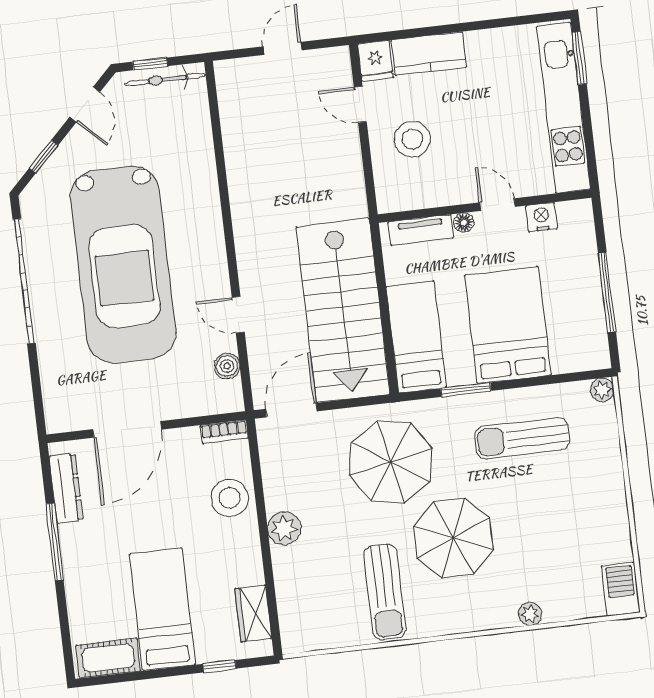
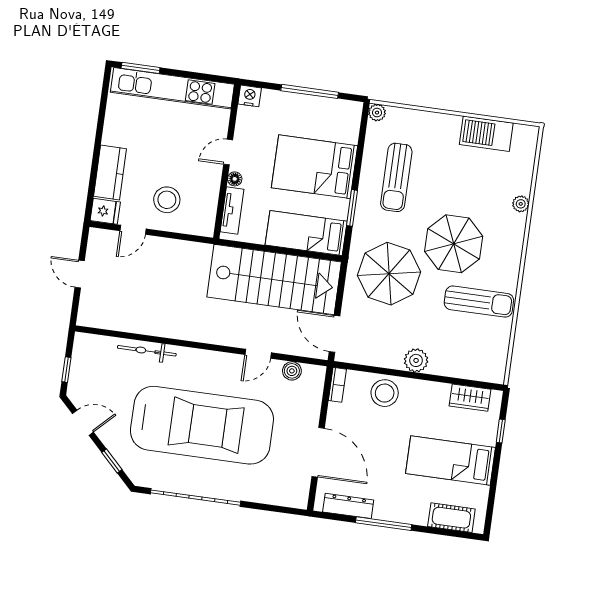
bicycle: (165, 79) -> (147, 351), moved, turned 90
nightstand: (541, 217) -> (250, 96), moved, turned 90
barbecue: (621, 589) -> (486, 134), moved, width x1.37, depth x1.21
cot: (108, 658) -> (451, 518), moved, turned 90

